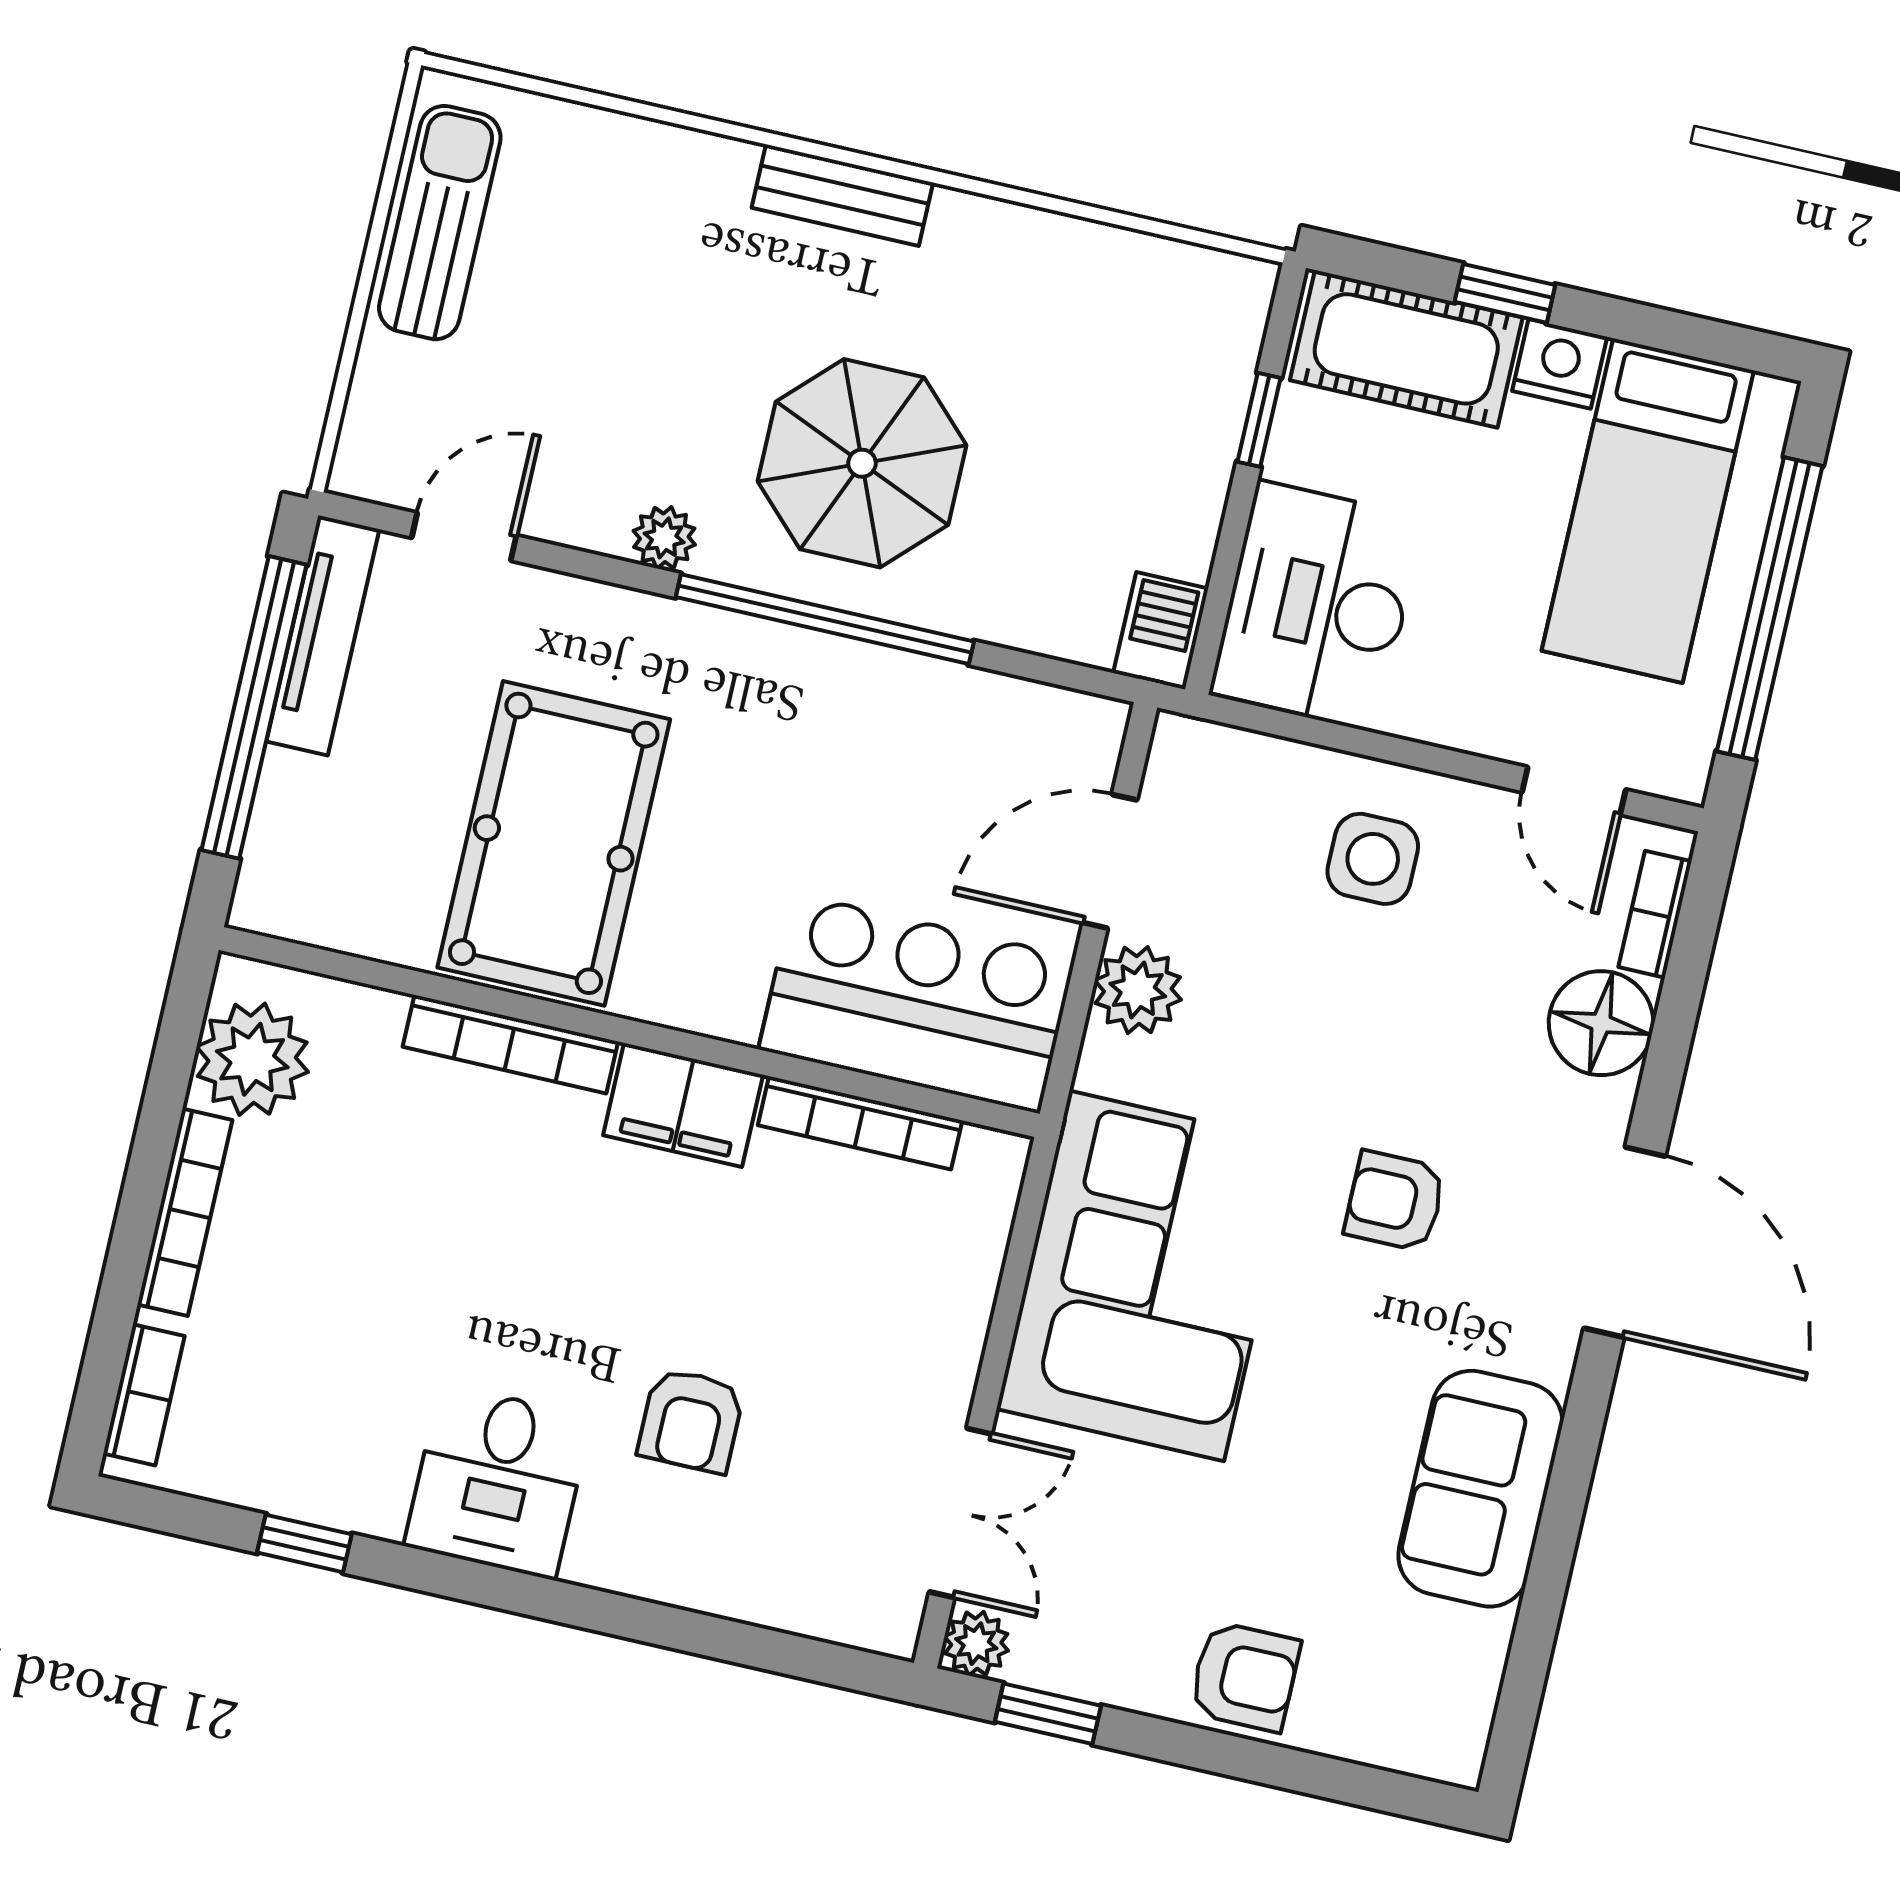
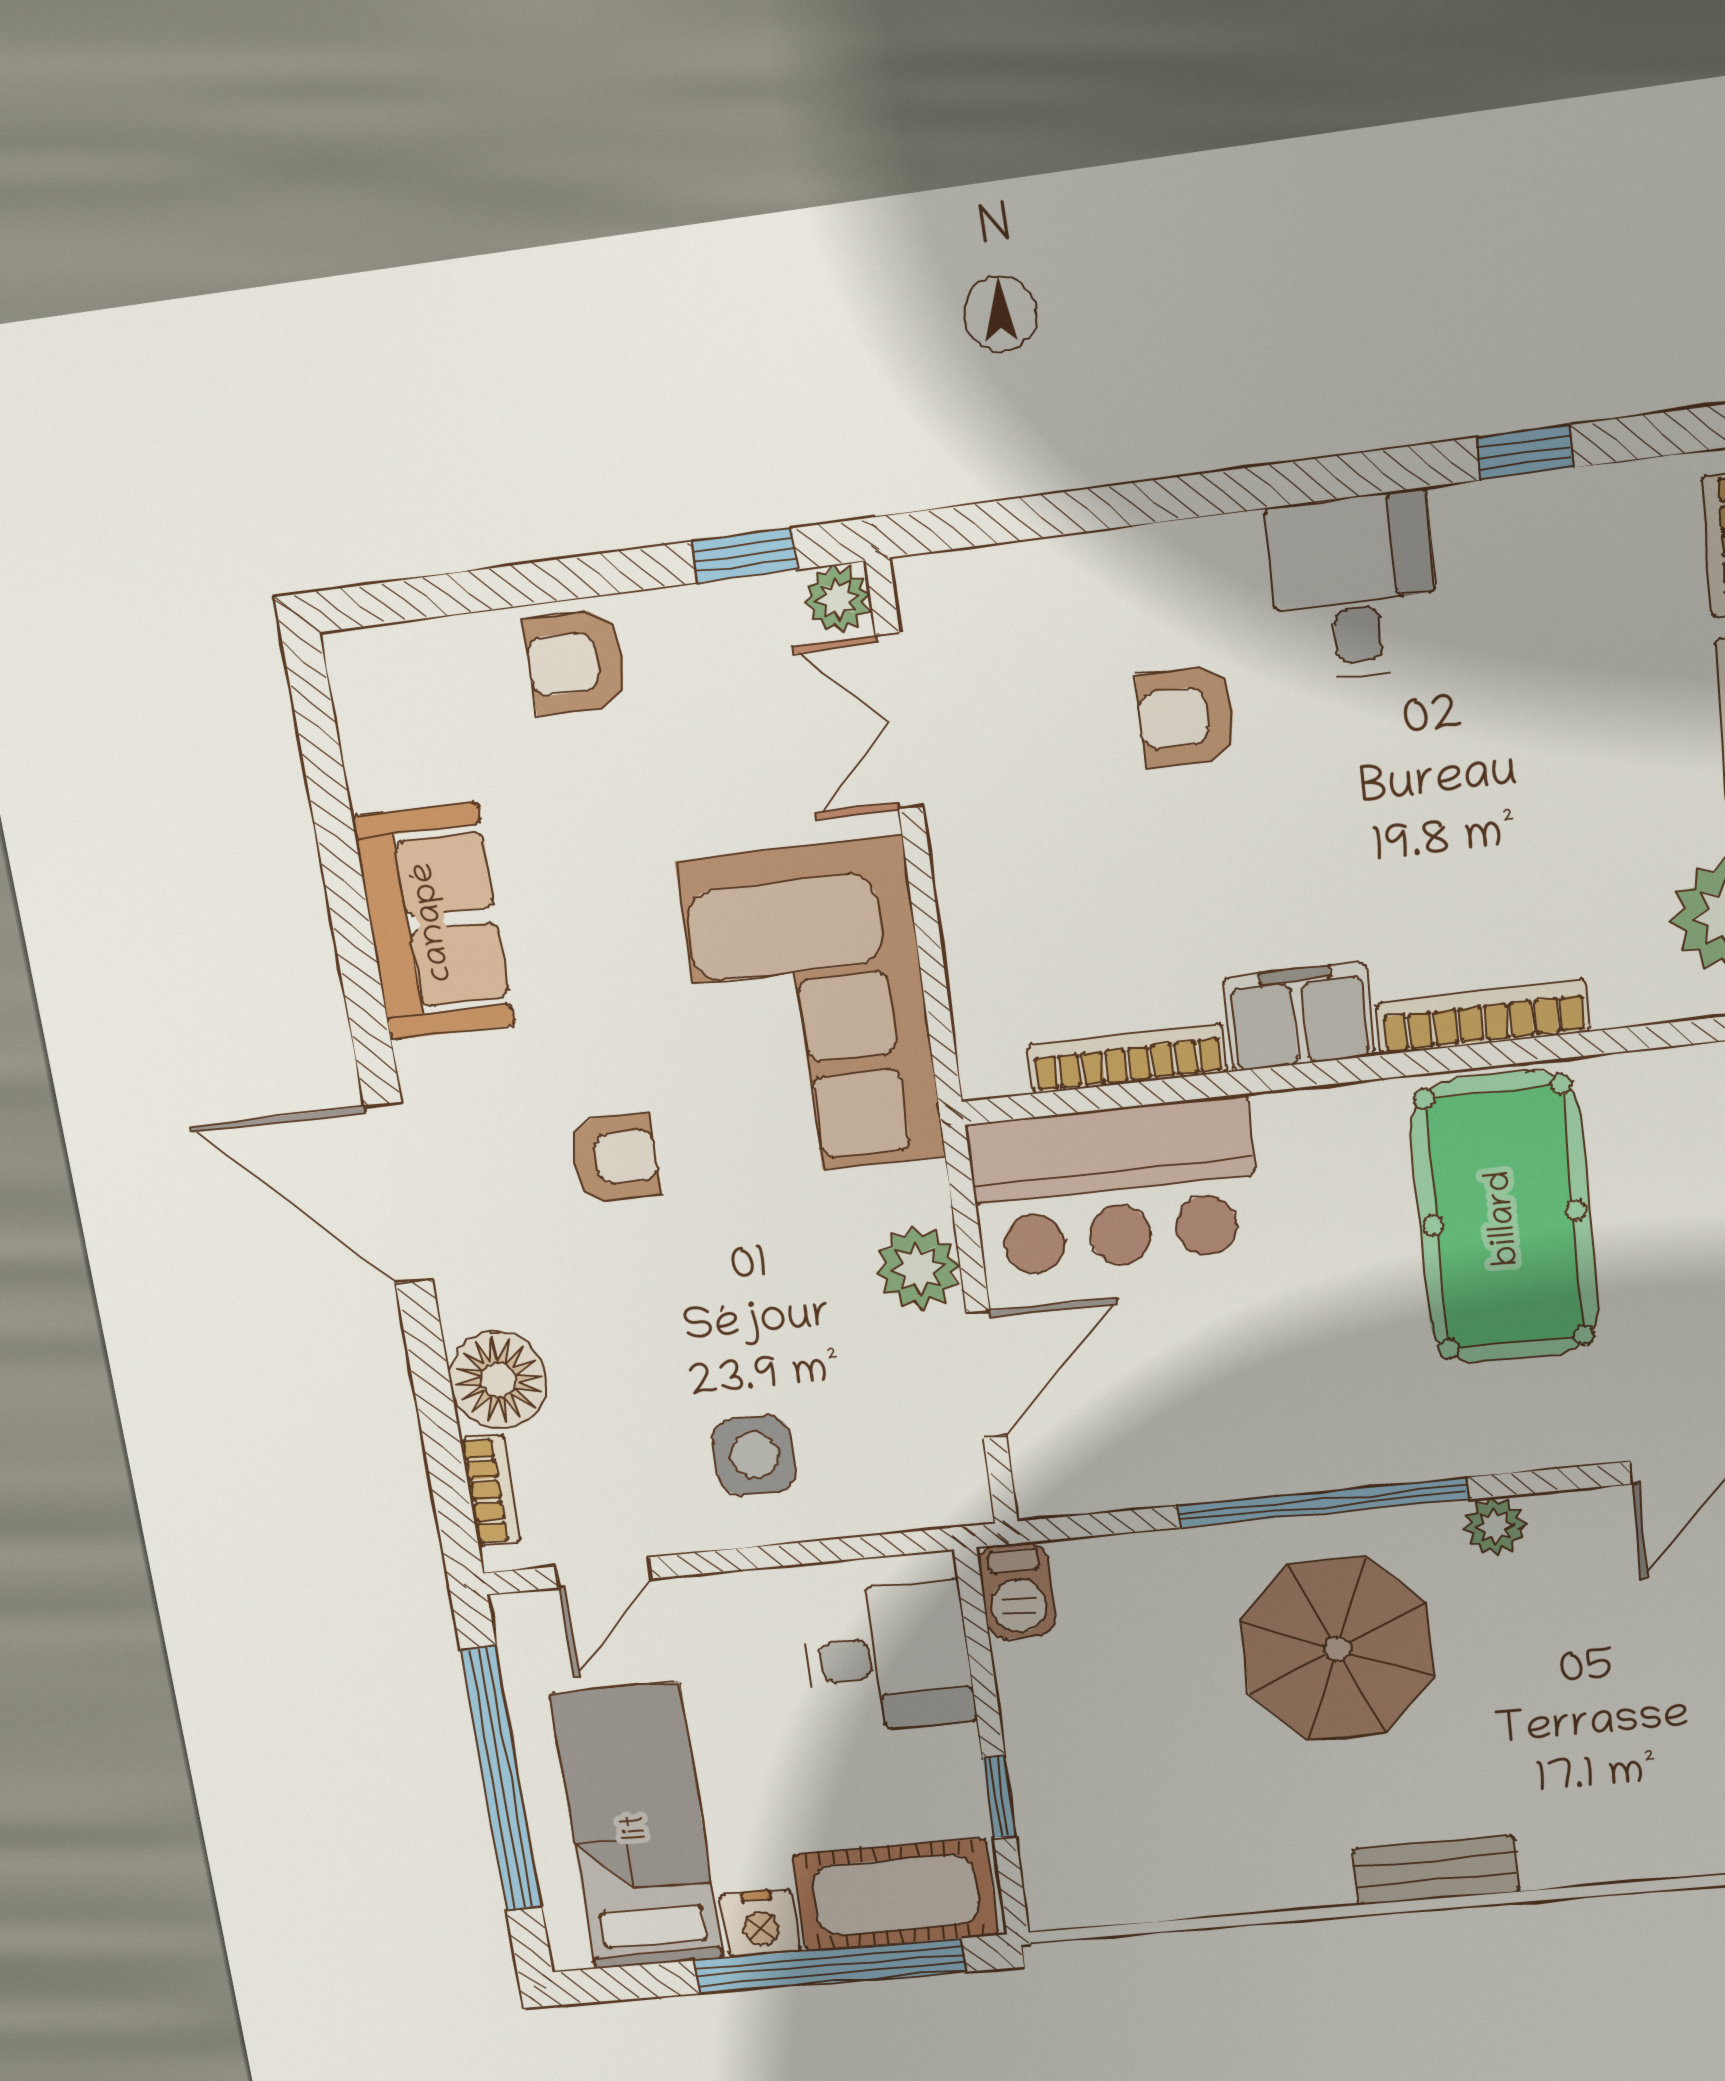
window: (1505, 293) -> (829, 1966), width x3.17
desk: (1317, 605) -> (888, 1657), width x0.73
door: (1574, 791) -> (603, 1572), swing flipped
armchair: (691, 1421) -> (1187, 717), turned -90

